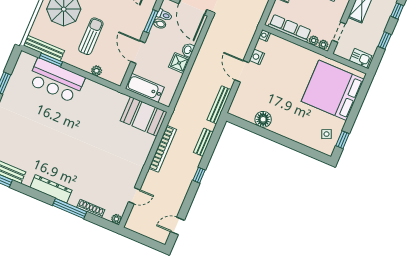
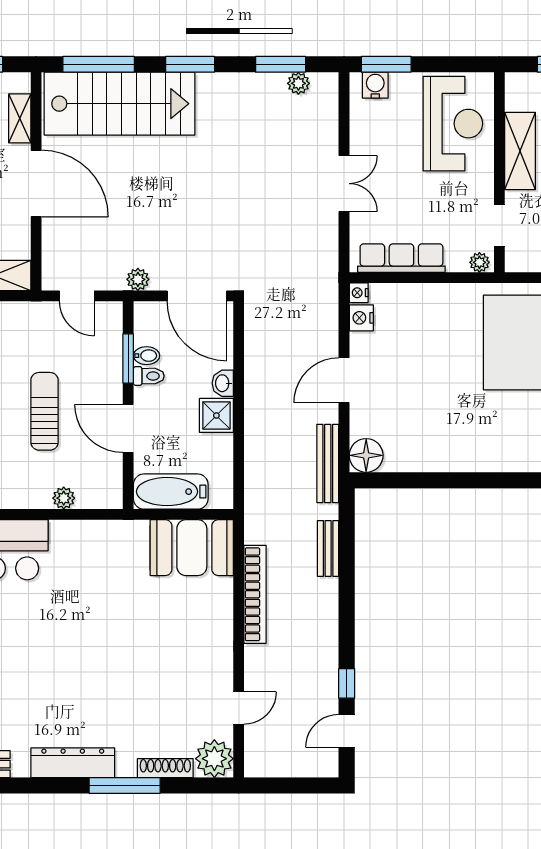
toilet: (164, 15) -> (149, 376), moved
sun lounger: (91, 36) -> (45, 411), moved
plant: (314, 41) -> (457, 262), removed
nightstand: (257, 57) -> (361, 318), moved
door: (242, 71) -> (344, 380), hinge flipped
floor lamp: (263, 119) -> (366, 455), moved
window: (199, 175) -> (347, 683), moved
plant: (116, 219) -> (214, 759), width x1.88, depth x1.88

